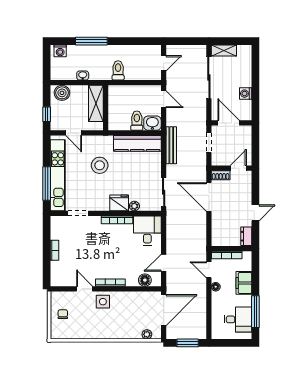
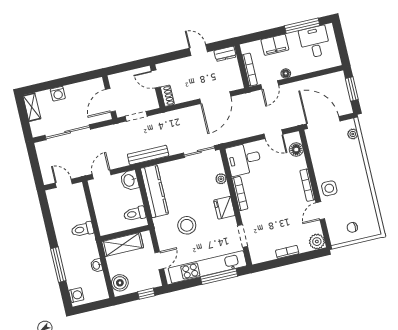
shelving: (224, 51) -> (32, 107), moved
washing machine: (246, 94) -> (58, 94), moved
toilet: (137, 121) -> (135, 214), moved
door: (209, 197) -> (215, 98), moved
fridge: (119, 203) -> (224, 208), moved
plant: (58, 279) -> (317, 242), added

